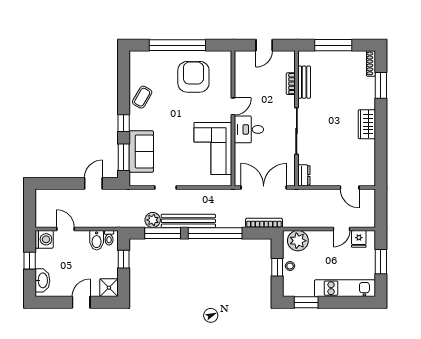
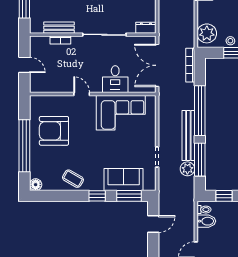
floor lamp: (136, 57) -> (36, 185), added
desk: (249, 129) -> (115, 79), moved
door: (93, 183) -> (153, 224), swing flipped

